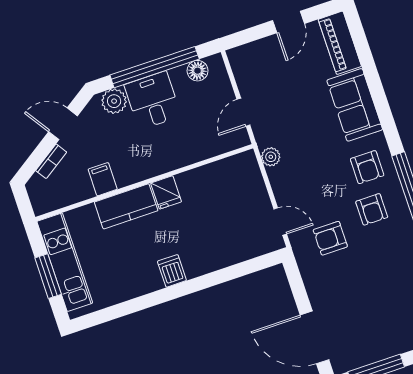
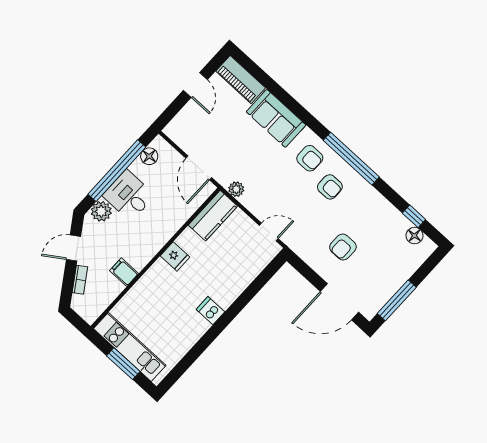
door: (243, 112) -> (199, 168), width x1.38
kitchen counter: (126, 206) -> (213, 216), moved
armchair: (330, 238) -> (343, 247), moved

